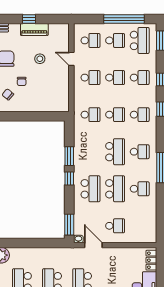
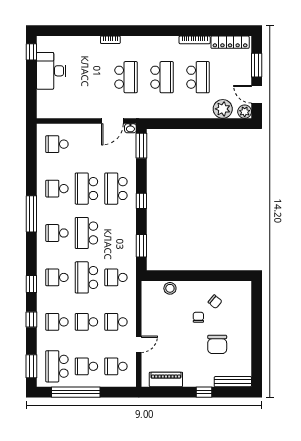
window: (29, 19) -> (204, 392), moved
piano: (34, 30) -> (166, 379), moved
stool: (40, 59) -> (170, 288), moved
door: (71, 59) -> (139, 344), hinge flipped
school desk: (115, 115) -> (86, 277), width x1.85
window: (69, 156) -> (141, 246), moved
school desk: (115, 226) -> (57, 144), moved
door: (93, 245) -> (112, 121), hinge flipped
locker: (151, 260) -> (43, 103), removed

